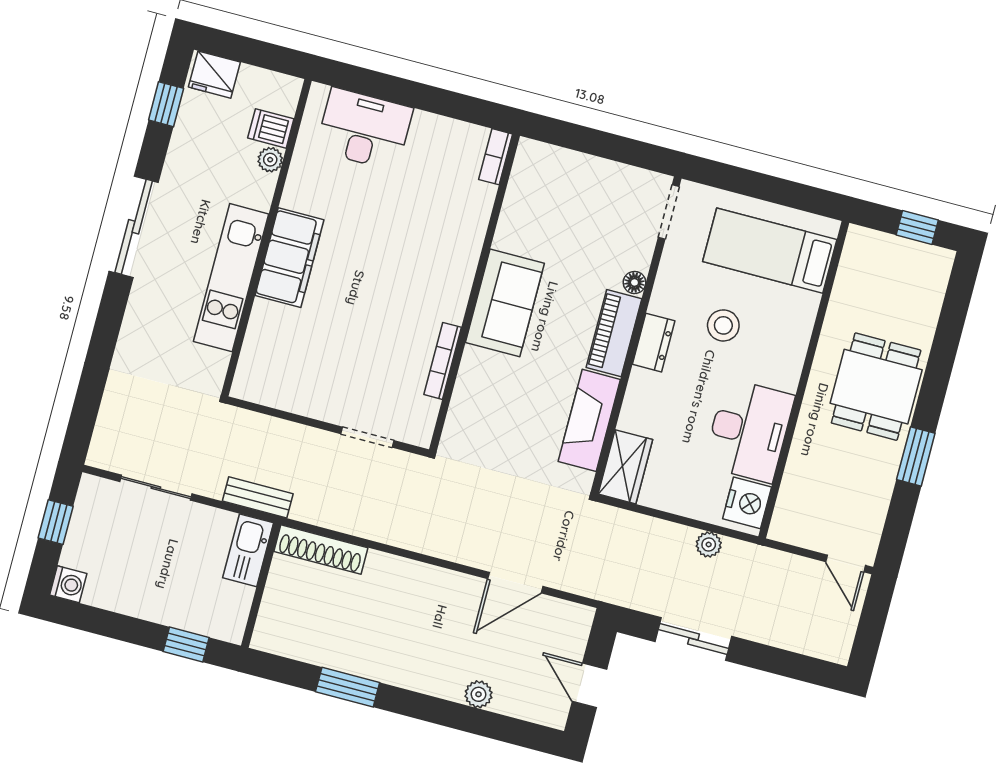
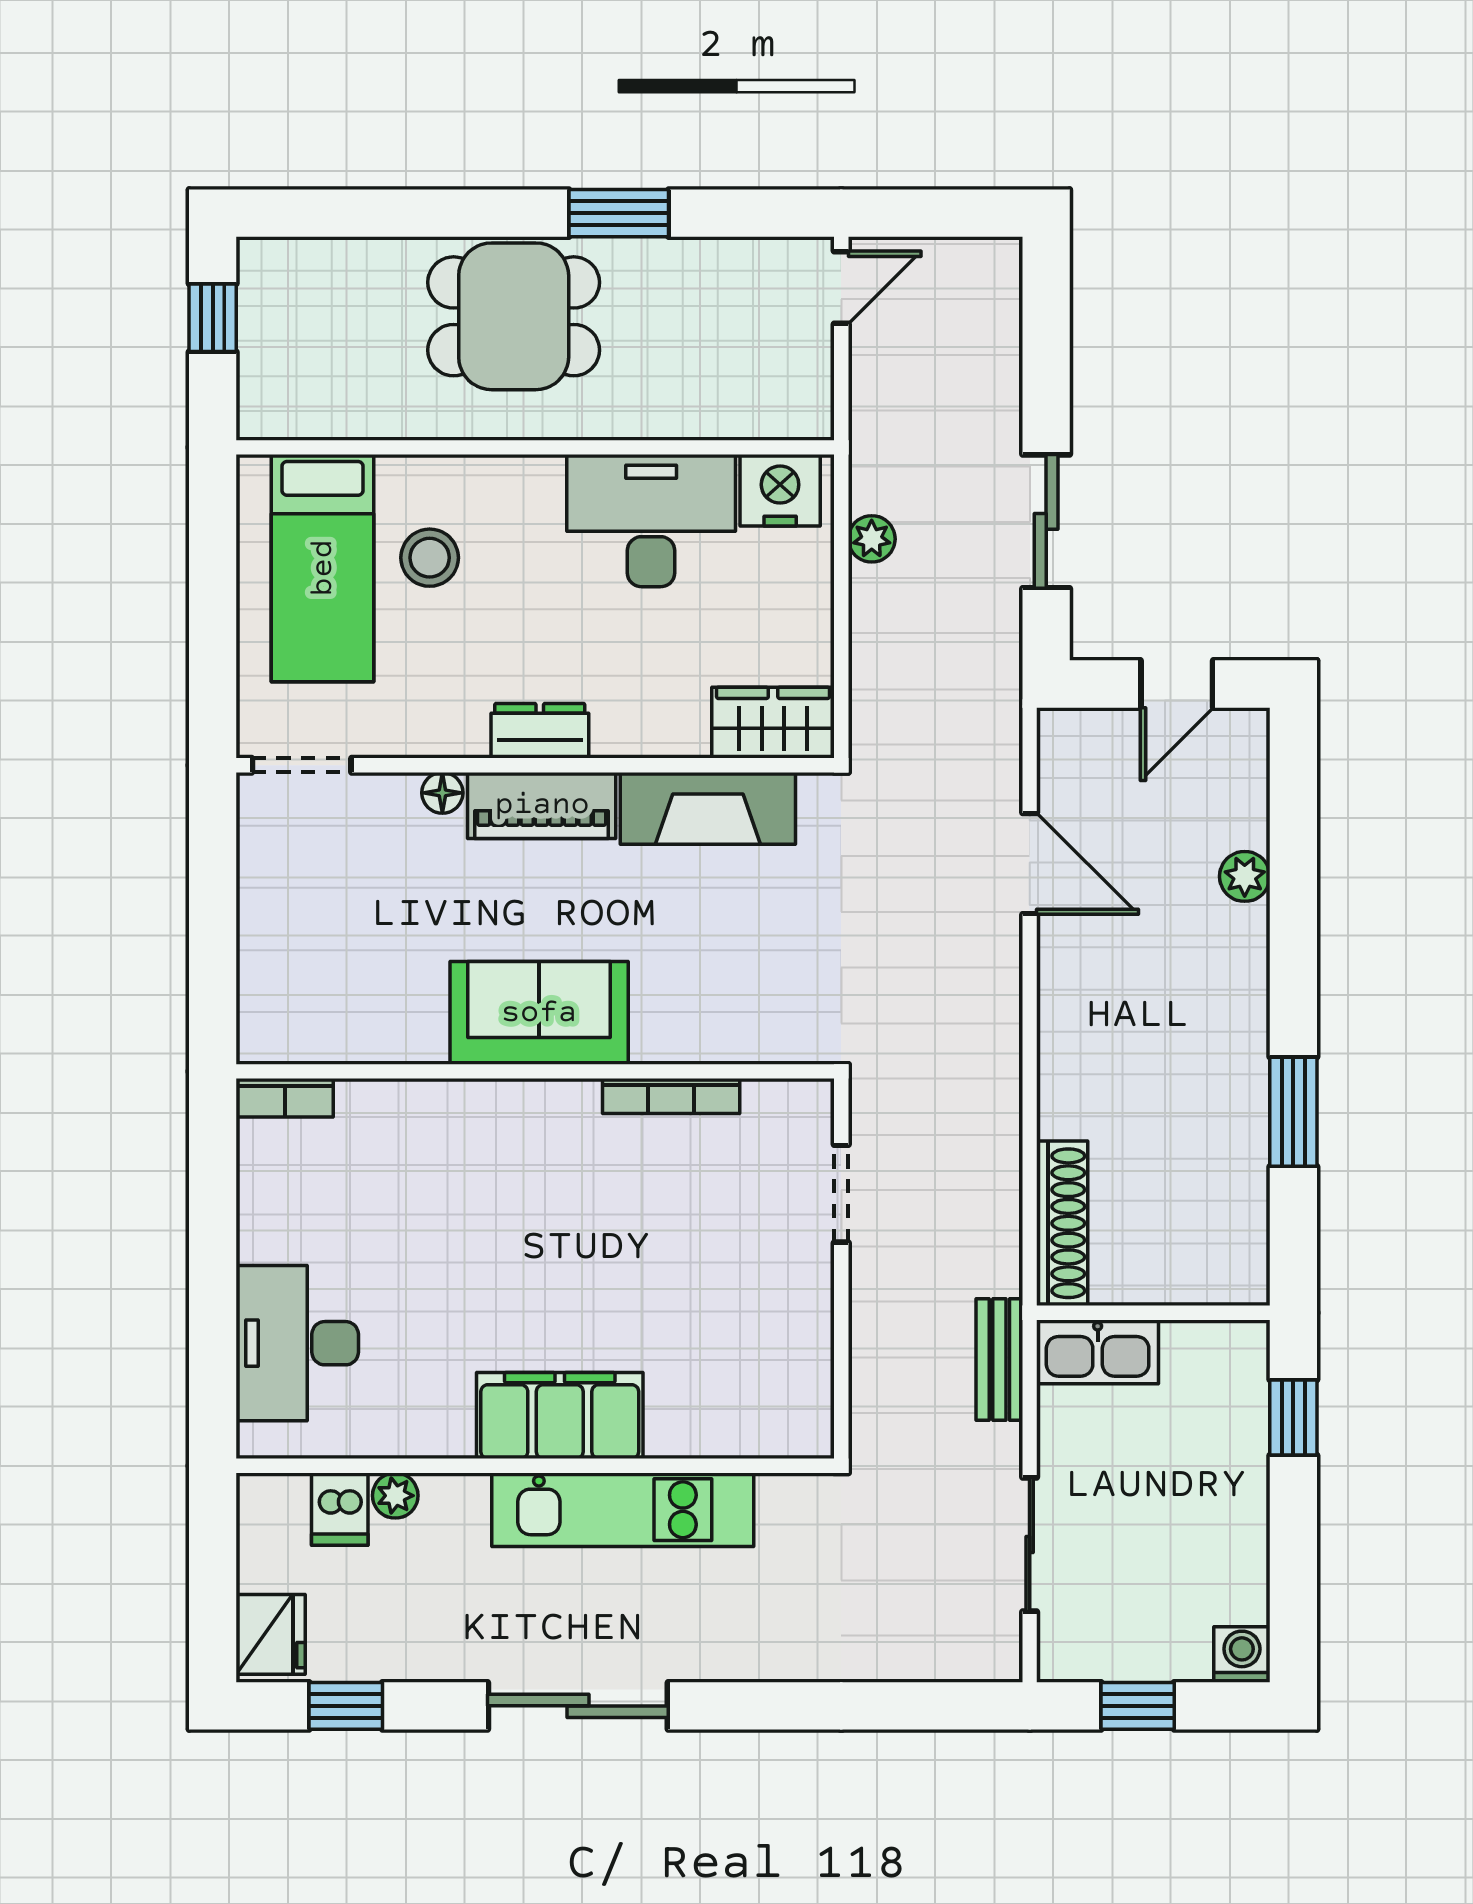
stool: (723, 325) -> (430, 558), moved

